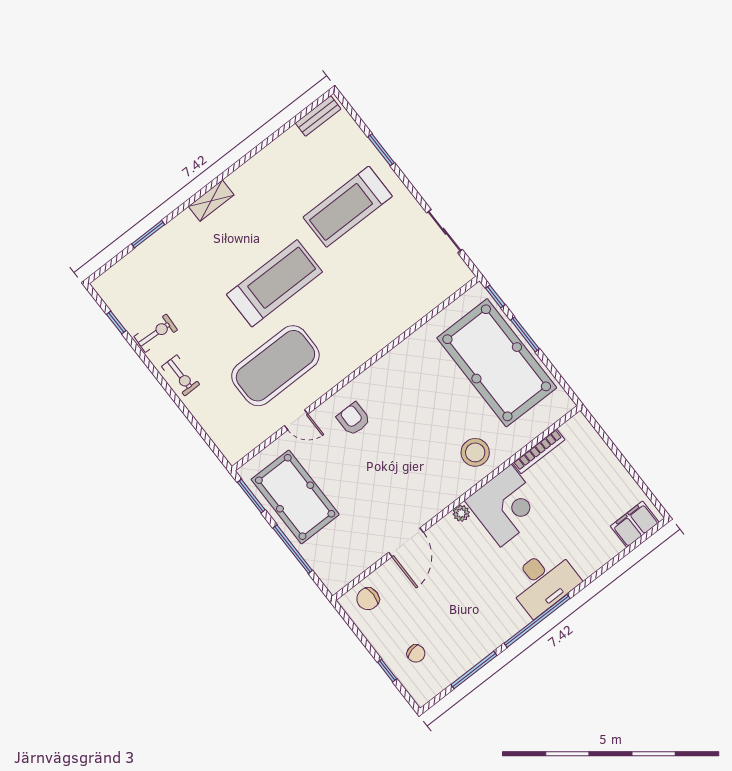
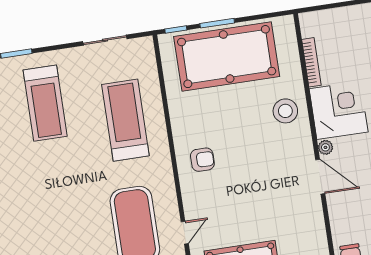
treadmill: (275, 283) -> (125, 120), moved
armchair: (353, 419) -> (202, 160), moved, turned 180
door: (406, 542) -> (320, 177), moved

